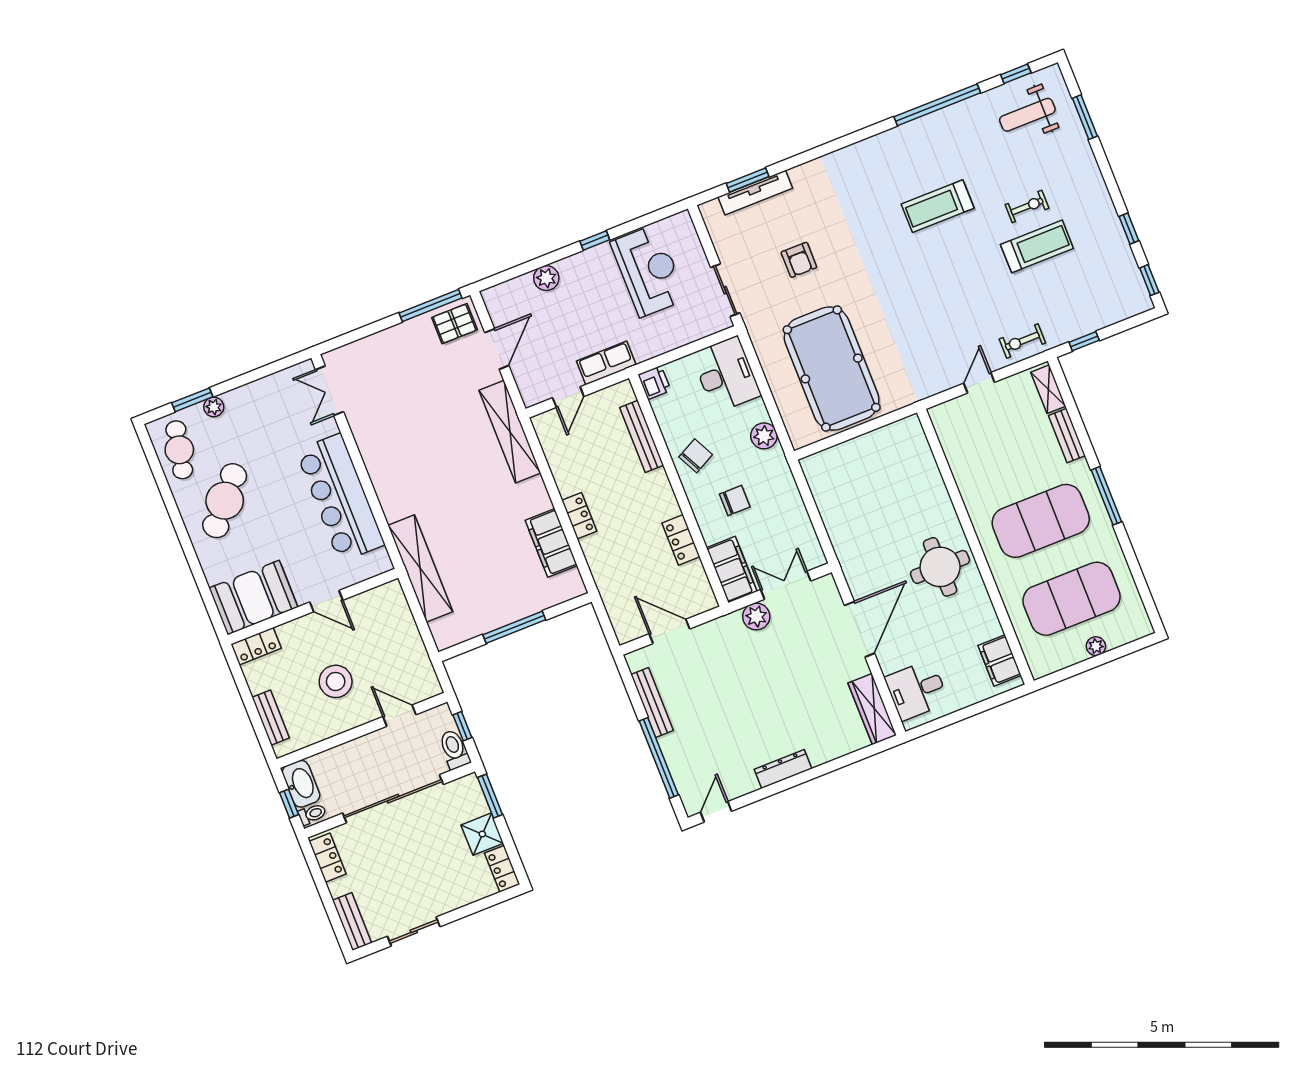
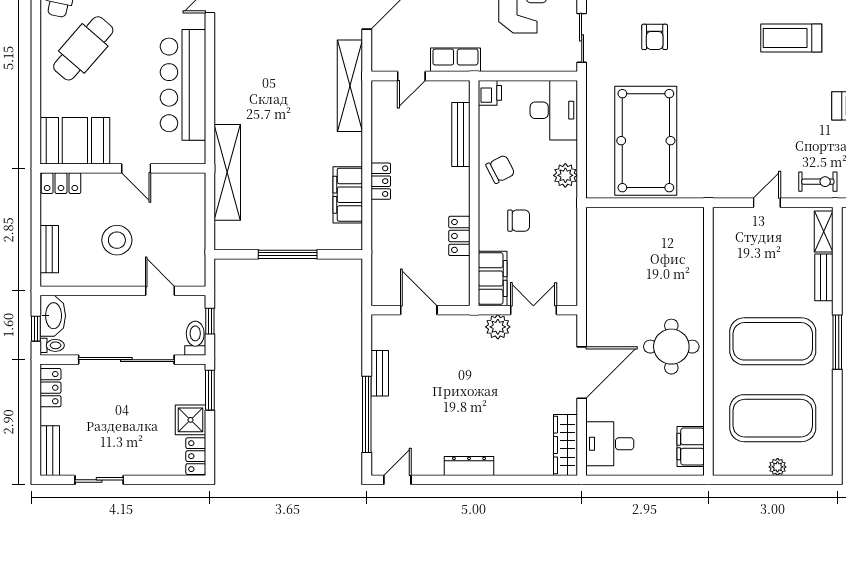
exercise bike: (1022, 341) -> (818, 182), turned 180
bench: (652, 703) -> (380, 373), width x0.73

